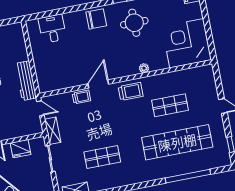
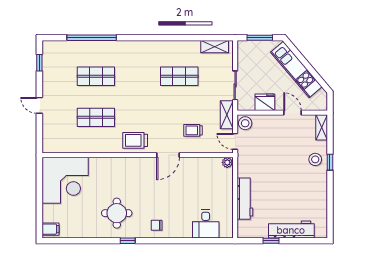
chair: (96, 19) -> (157, 225), width x0.54, depth x0.54
plant: (144, 68) -> (227, 162), moved
workbench: (26, 81) -> (245, 199), moved
trolley: (81, 97) -> (193, 130), moved
stool: (35, 126) -> (245, 123), added
shop shelf: (177, 142) -> (96, 76), width x0.50, depth x0.74

